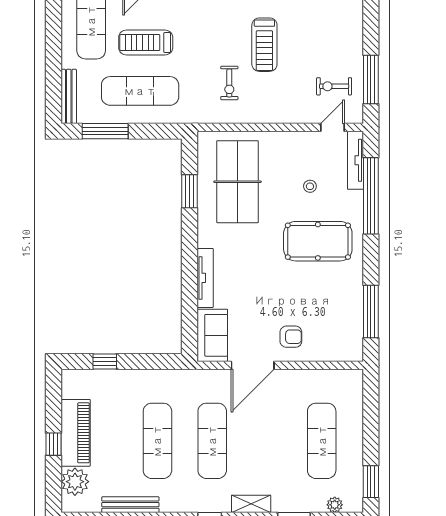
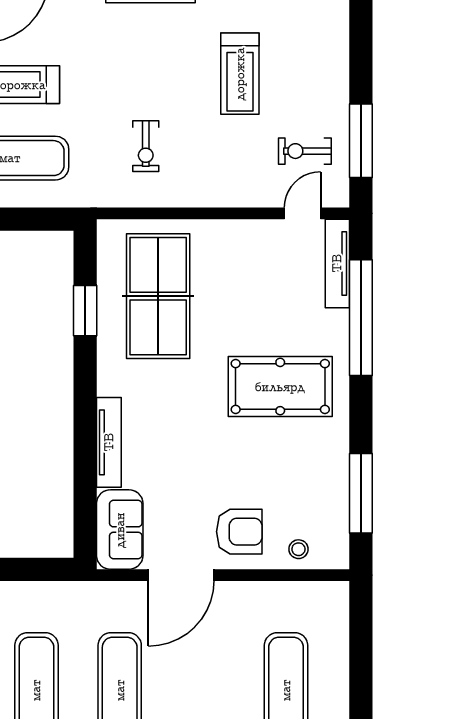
treadmill: (264, 45) -> (240, 74), moved
stool: (310, 186) -> (298, 549), moved
armchair: (291, 337) -> (239, 532), width x1.38, depth x1.38

